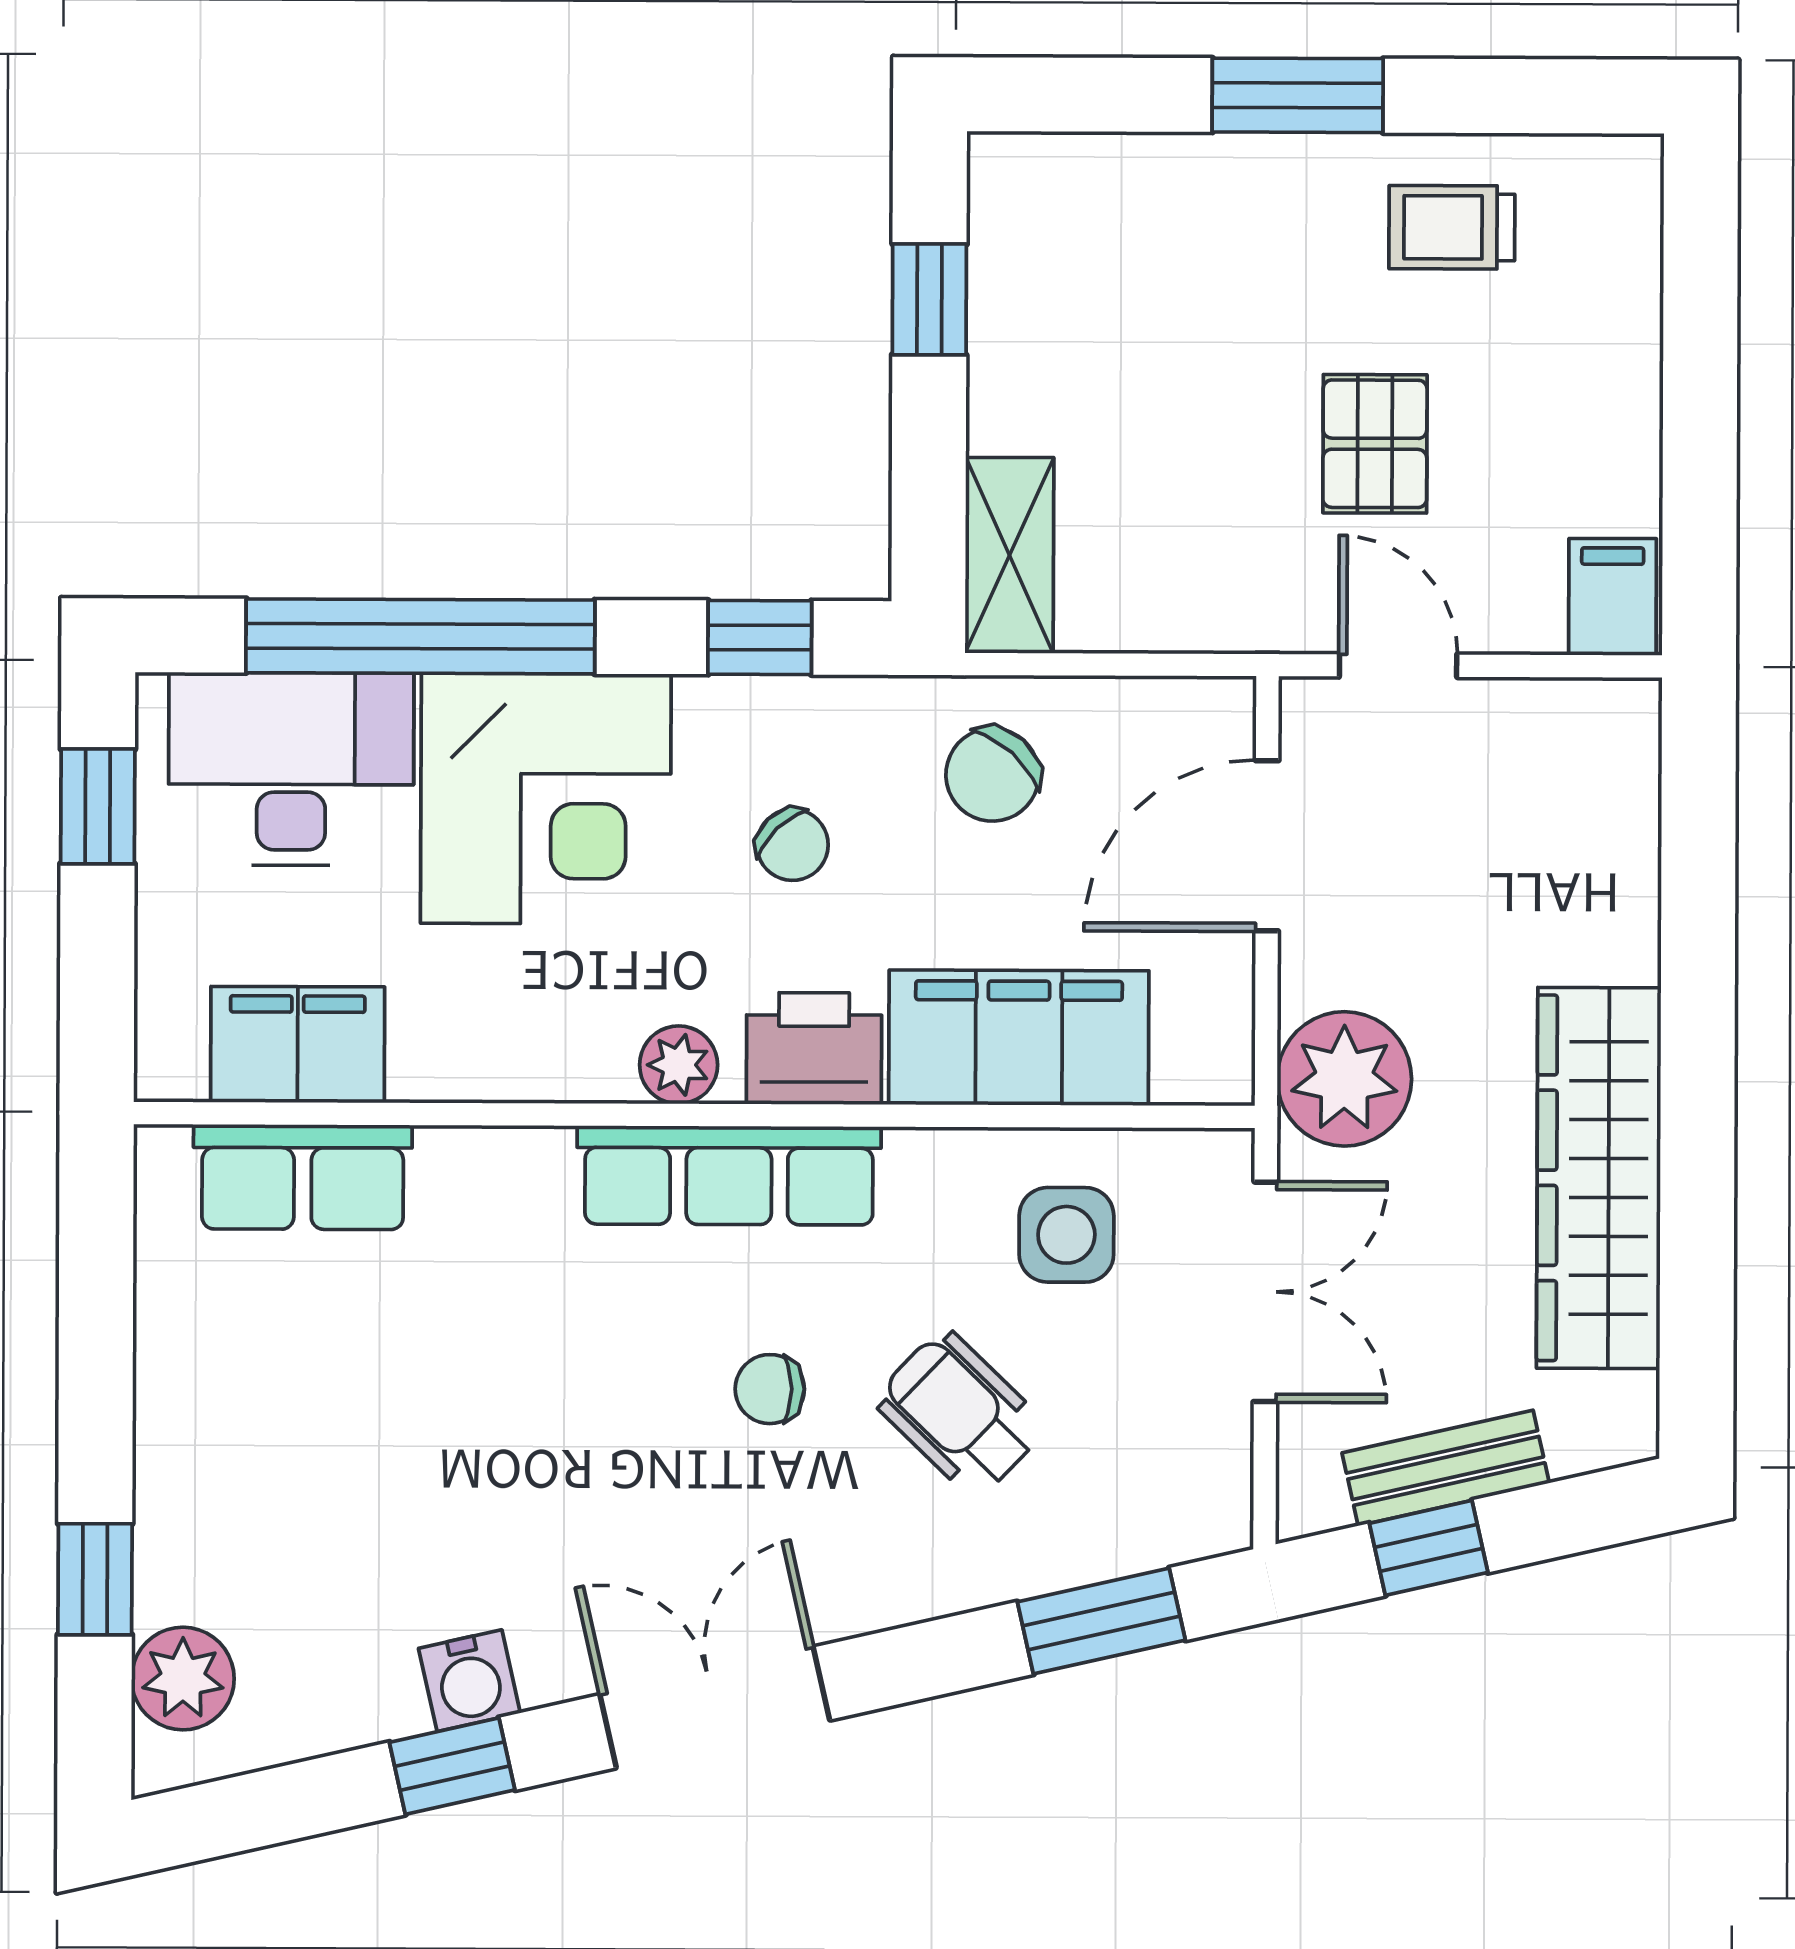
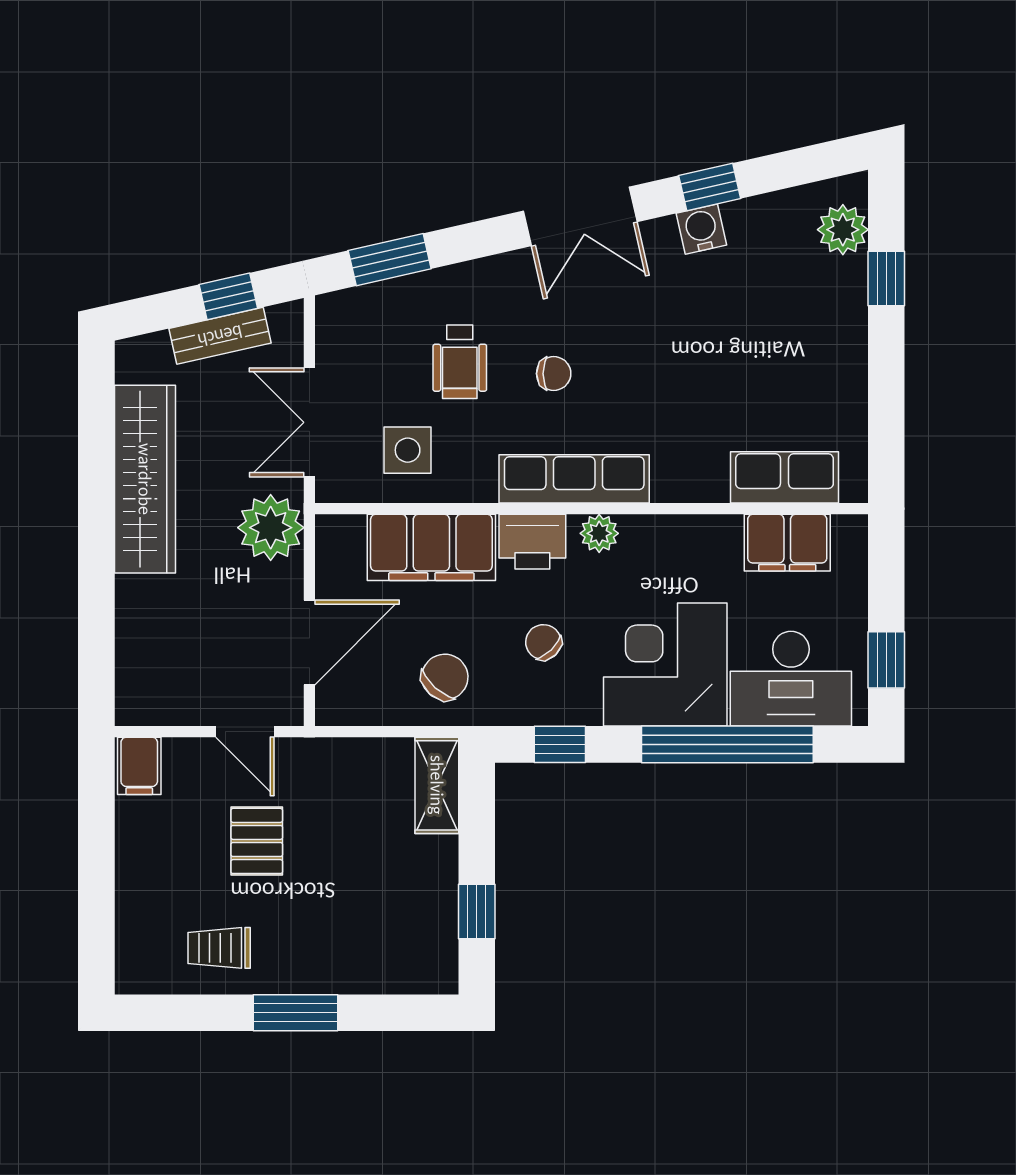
trolley: (1452, 227) -> (219, 948), turned 180
wheelchair: (960, 1413) -> (460, 362), turned 46

